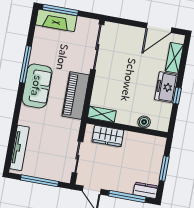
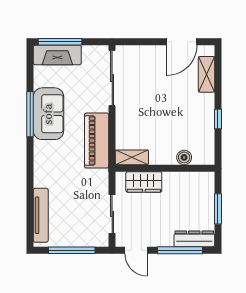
sofa: (37, 86) -> (48, 114), moved
freezer: (166, 87) -> (203, 111), removed
dresser: (145, 190) -> (194, 239), width x1.44

